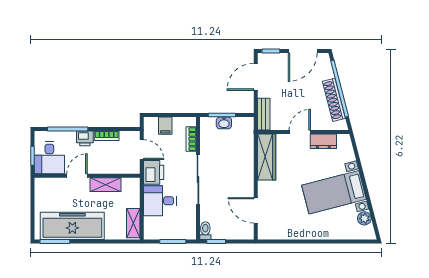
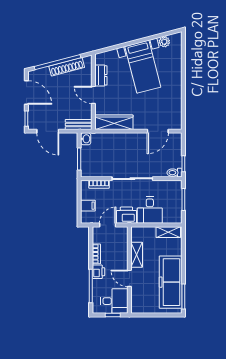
washbasin: (224, 123) -> (86, 139), moved

